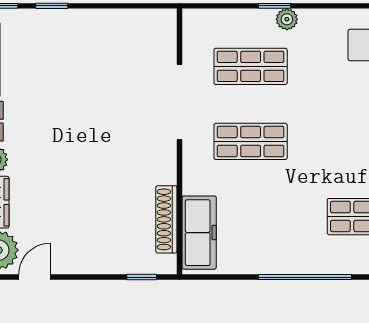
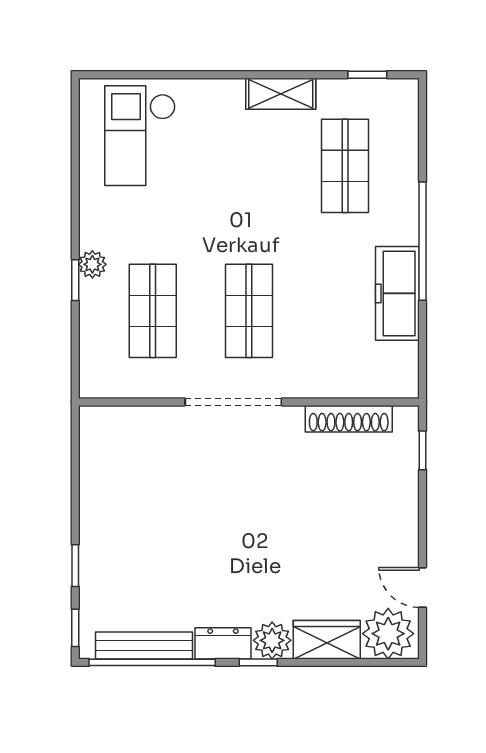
doorway: (179, 102) -> (233, 402), moved
freezer: (199, 233) -> (397, 293), moved, turned -90

